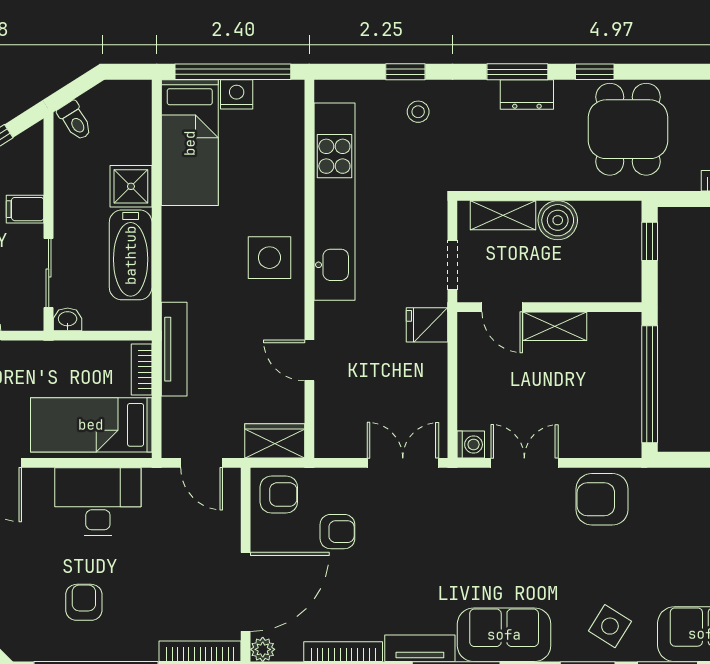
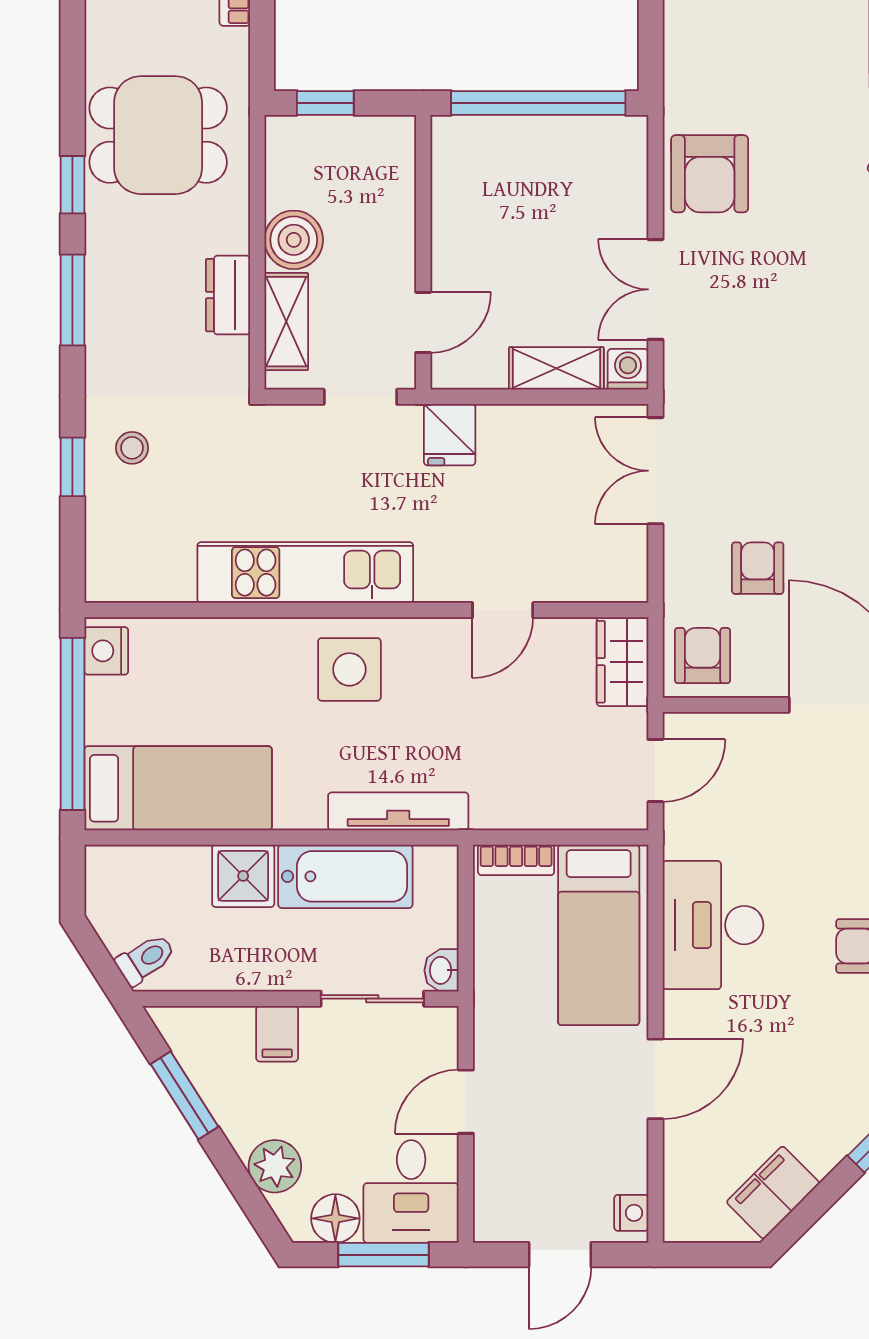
nightstand: (237, 94) -> (106, 651), moved
dresser: (527, 95) -> (228, 295), moved, turned 180
kitchen unit: (334, 202) -> (305, 573), width x0.73
shelving: (555, 326) -> (556, 368), moved, turned 90
tv unit: (174, 349) -> (398, 811), moved

